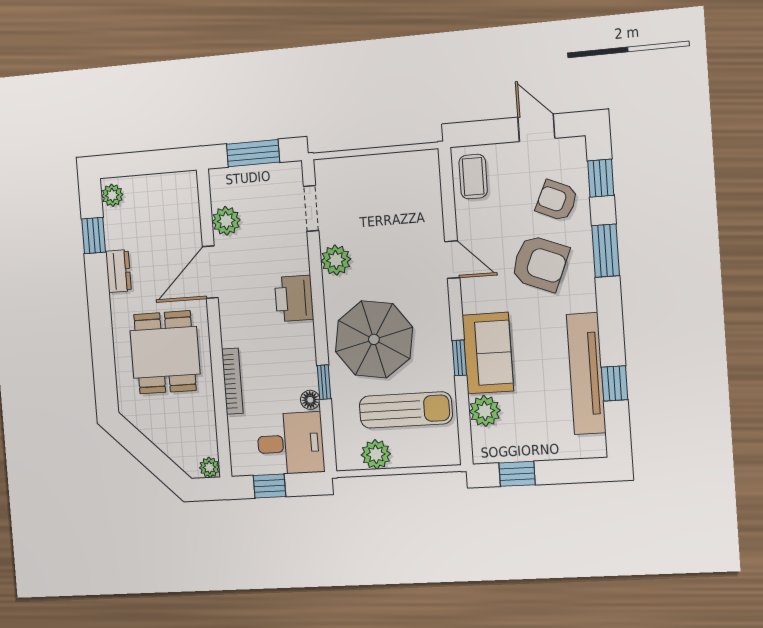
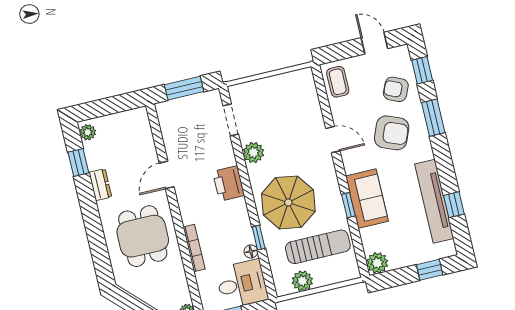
plant: (226, 221) -> (172, 138), removed
door: (210, 272) -> (167, 175), width x0.73
plant: (485, 411) -> (377, 263), moved
window: (517, 474) -> (430, 270), moved

